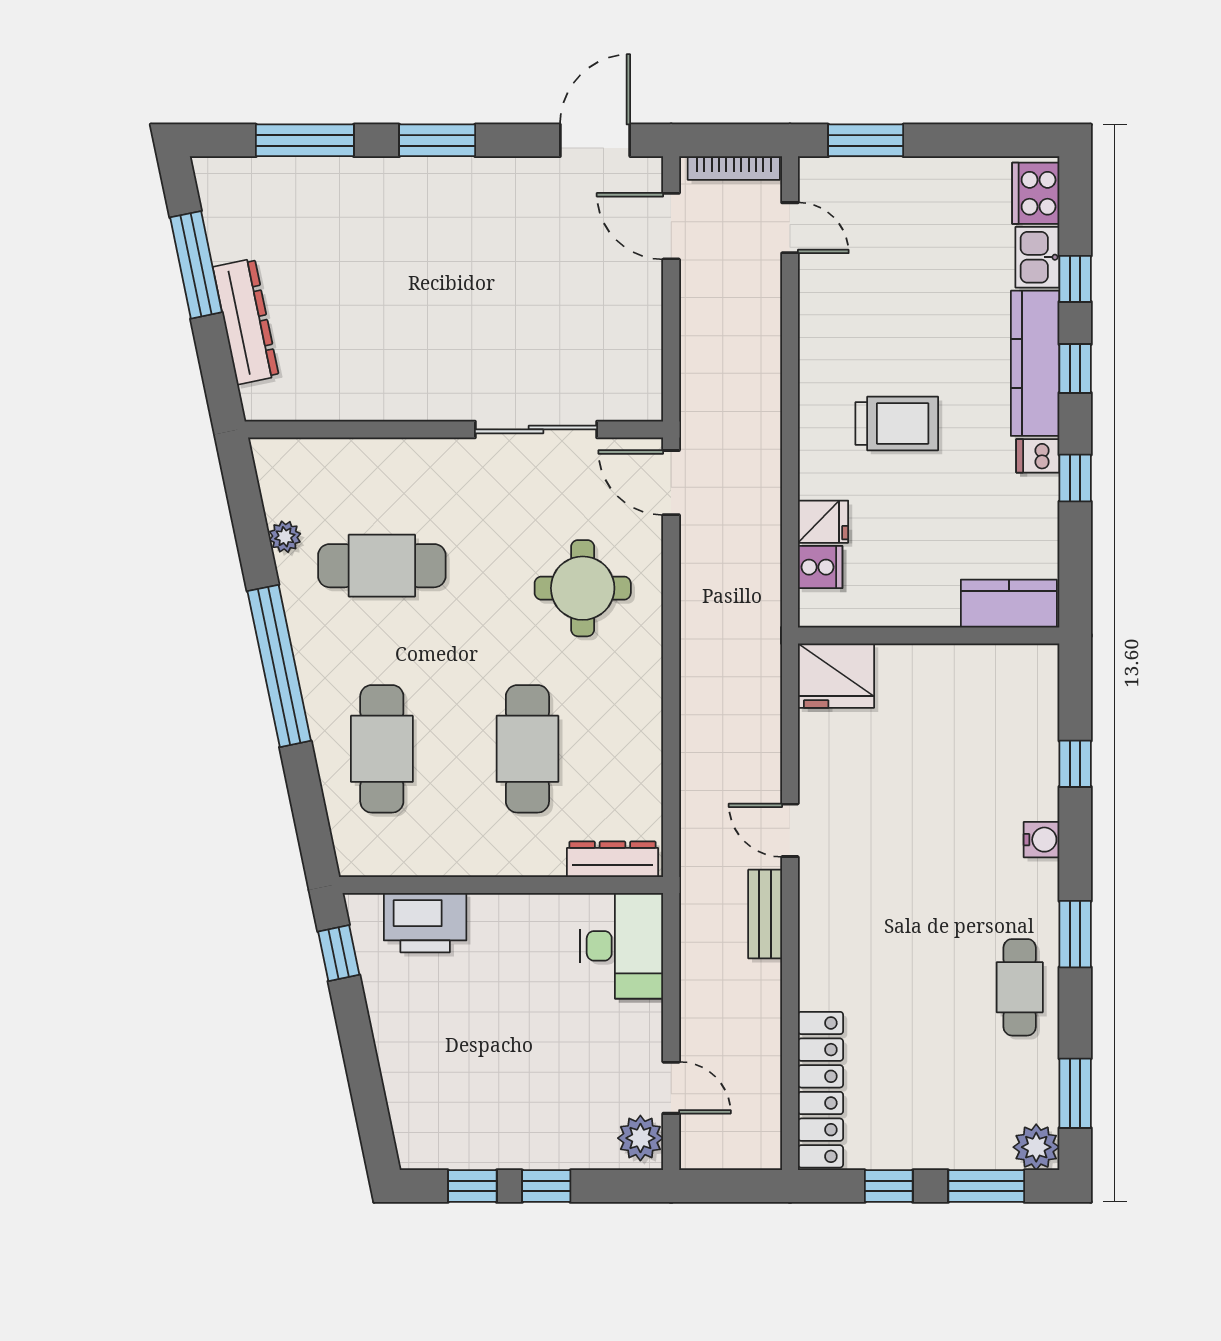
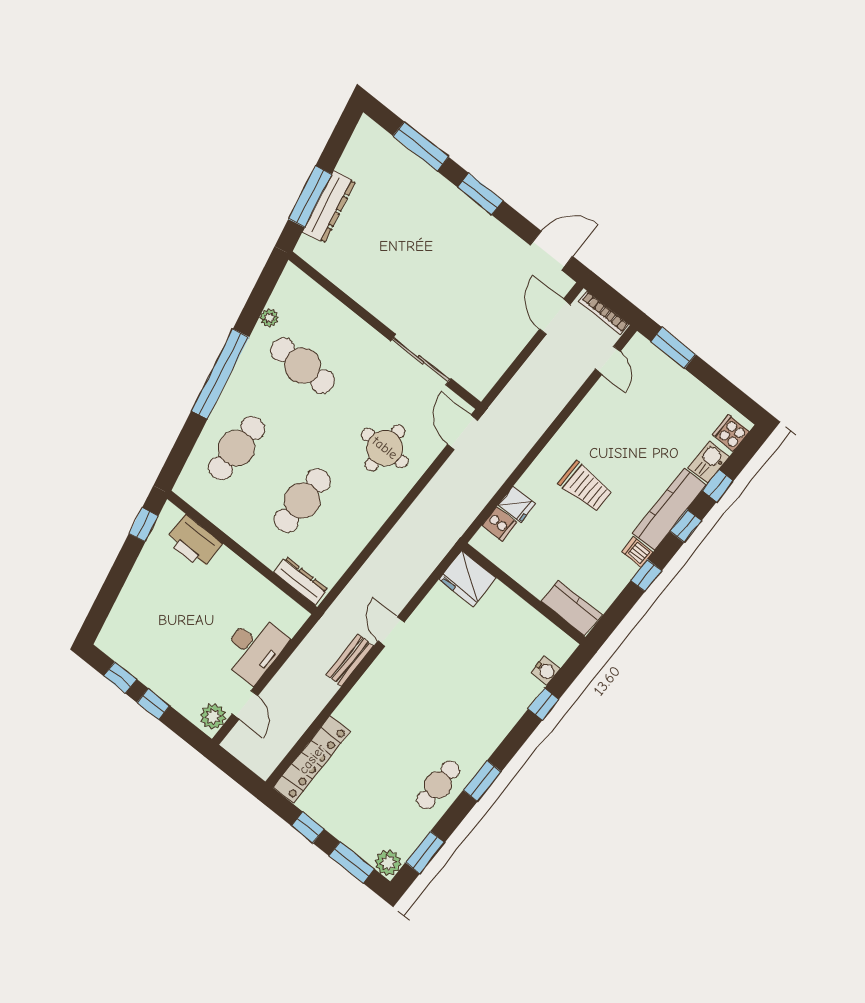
cooker: (1036, 193) -> (731, 433), width x0.73
window: (196, 265) -> (310, 197), moved
water cooler: (1041, 840) -> (546, 671), moved
desk: (622, 946) -> (254, 648), moved

